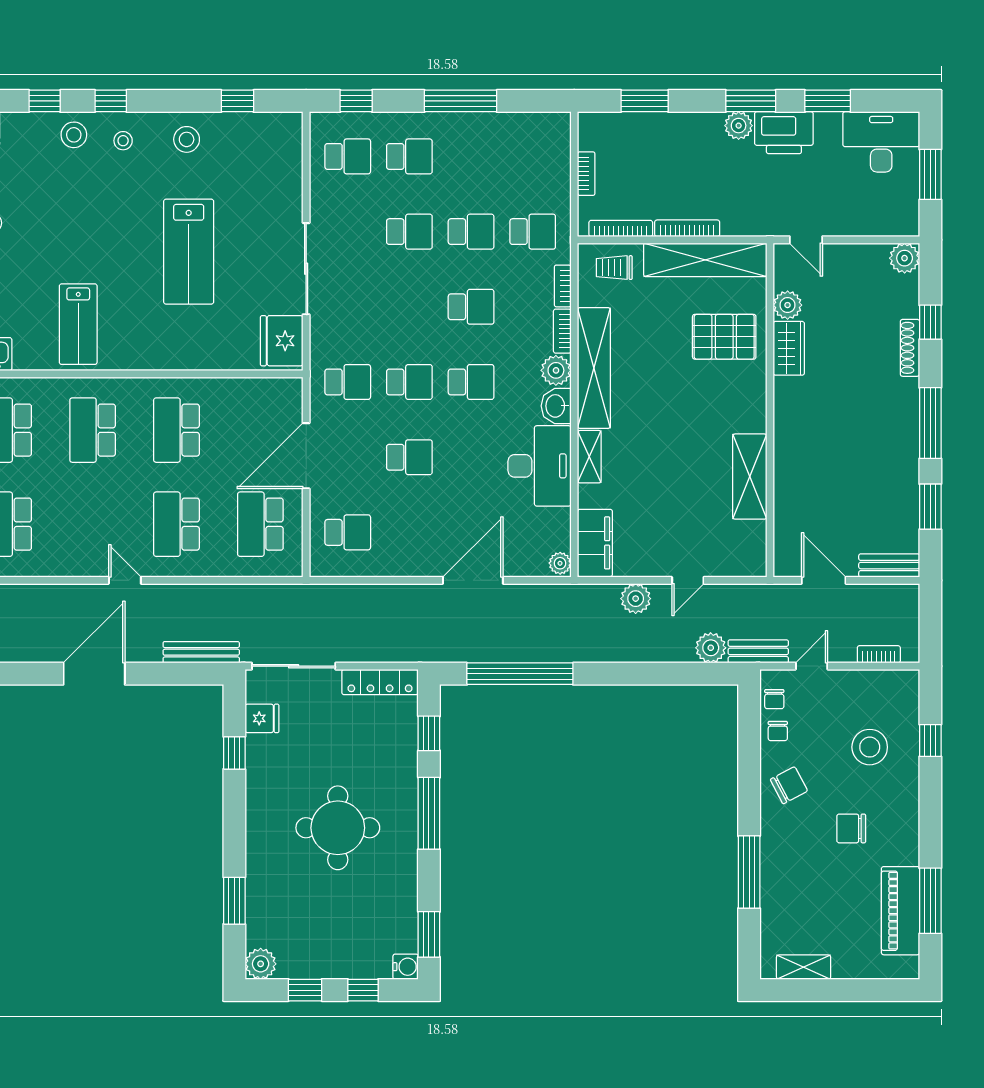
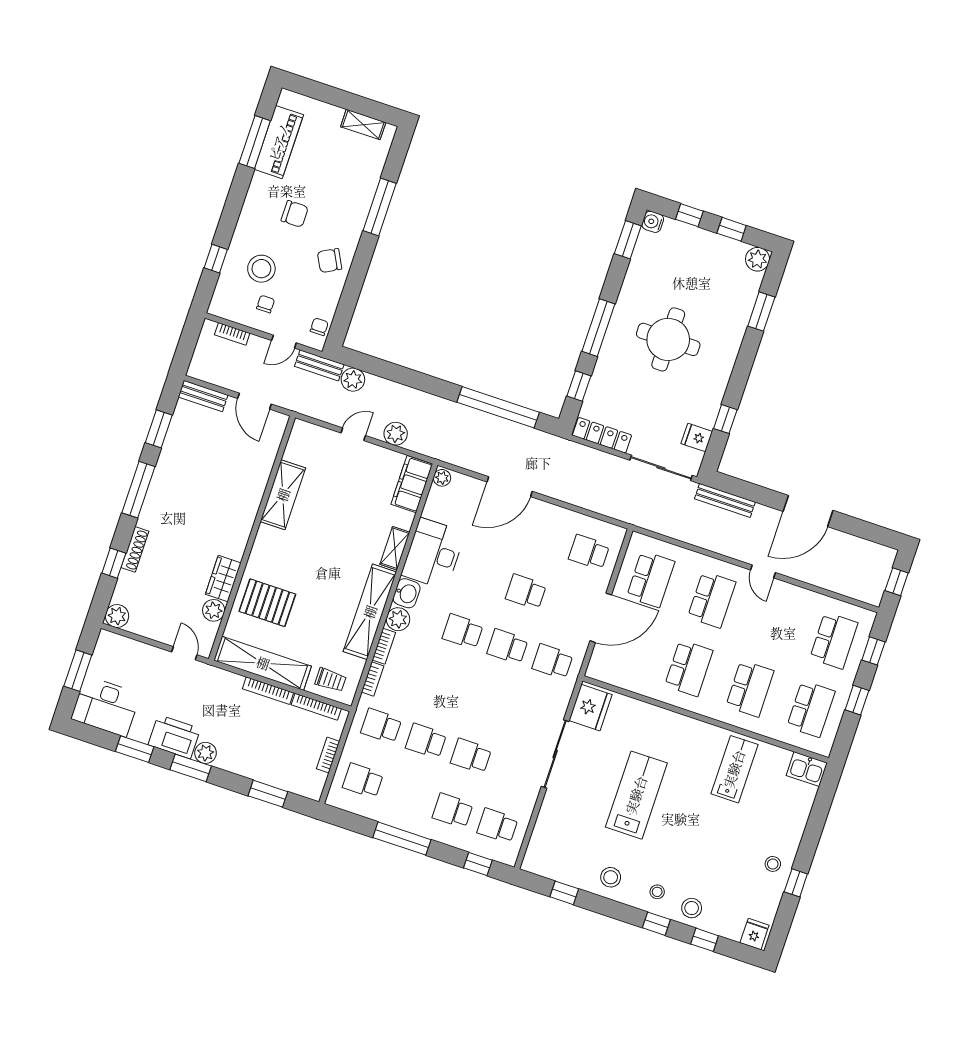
school desk: (471, 307) -> (363, 781), moved
chair: (778, 731) -> (266, 304), moved

